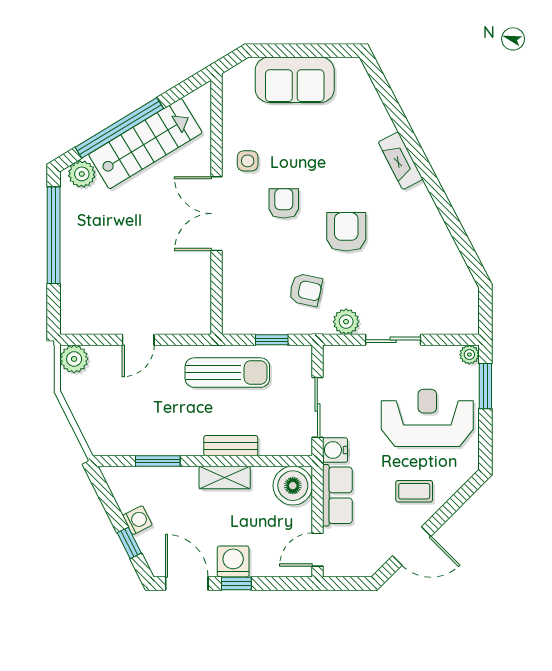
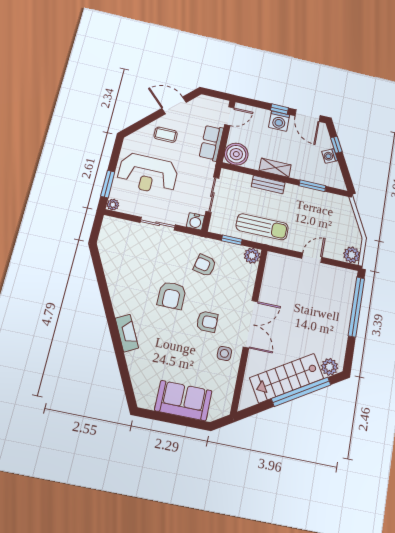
armchair: (284, 203) -> (207, 322), turned -90
window: (54, 235) -> (356, 307), moved
plant: (346, 322) -> (252, 256), moved
sun lounger: (227, 373) -> (262, 227), turned 180
water cooler: (335, 450) -> (195, 221), moved, turned 90

